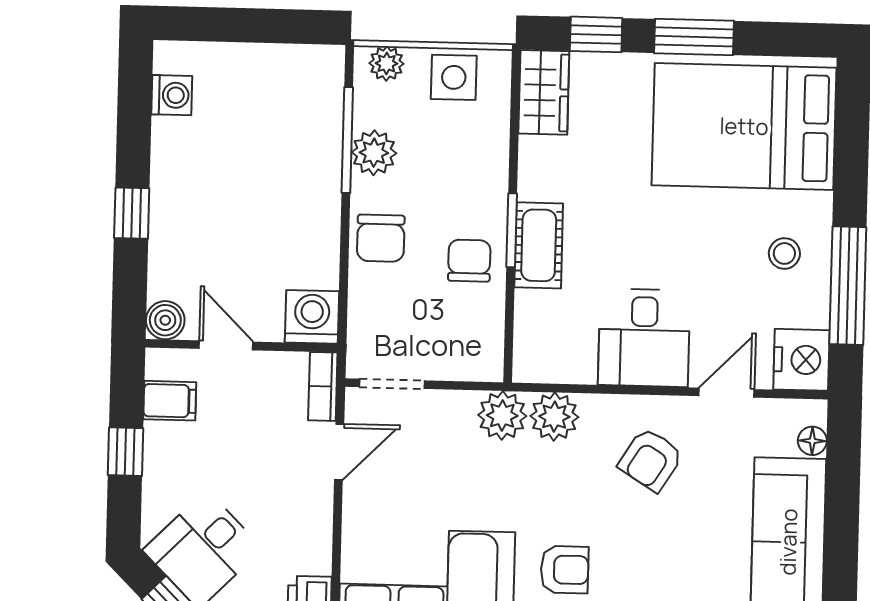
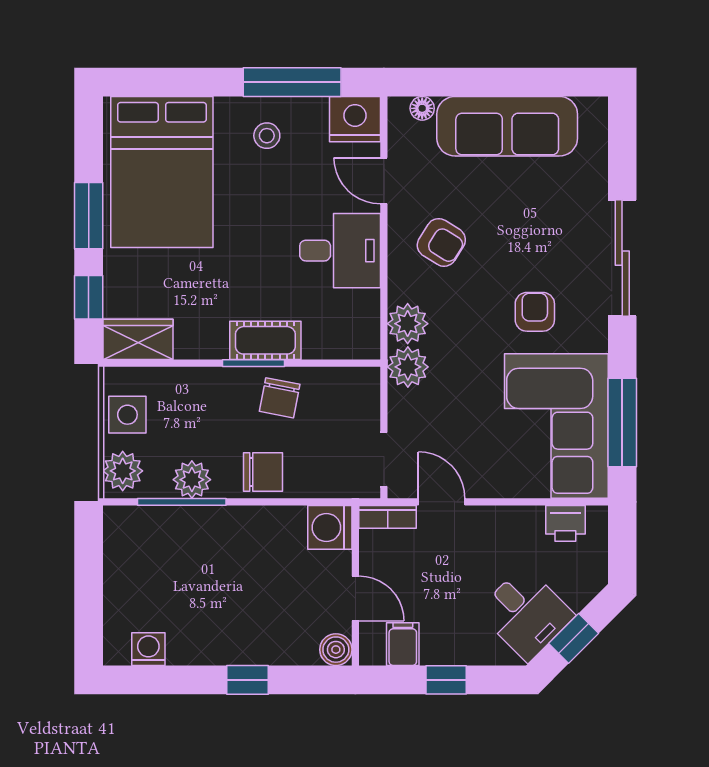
plant: (387, 63) -> (123, 471), width x1.38, depth x1.38
chair: (469, 261) -> (280, 398), turned -79
door: (226, 345) -> (355, 598), swing flipped

